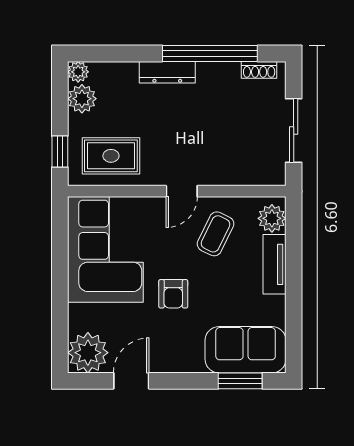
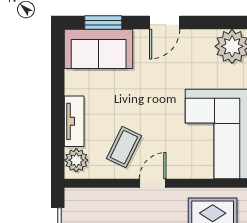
armchair: (173, 294) -> (160, 96), removed
door: (131, 381) -> (165, 23), moved

